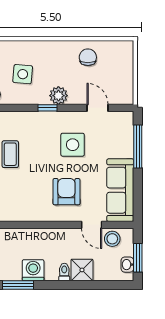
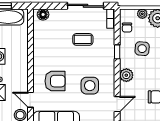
window: (47, 108) -> (117, 52), moved
door: (92, 225) -> (30, 100), hinge flipped

